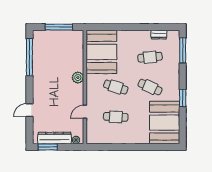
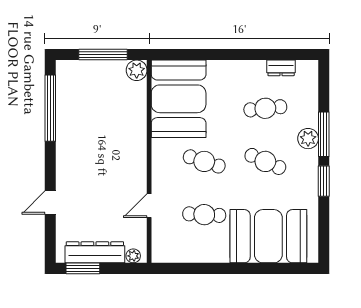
window: (183, 50) -> (324, 134), moved
plant: (174, 74) -> (308, 139), added
plant: (78, 78) -> (137, 70), moved
booth: (165, 123) -> (268, 236), moved, turned 90

